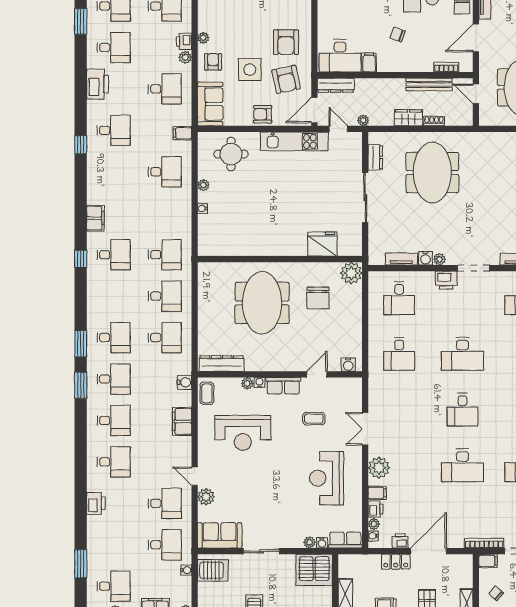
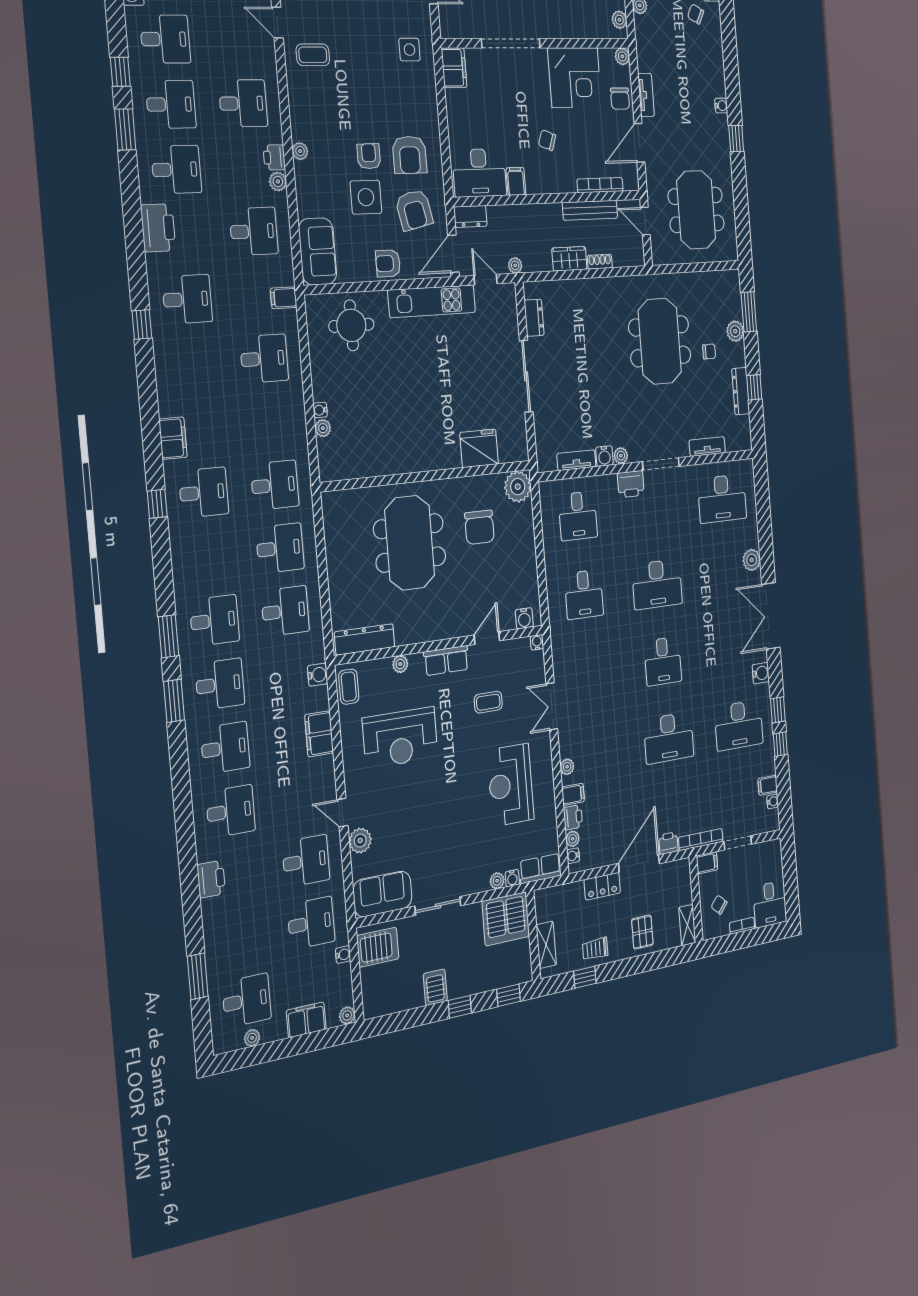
armchair: (213, 62) -> (369, 156), moved
bookcase: (446, 67) -> (600, 185), width x1.56
dresser: (336, 85) -> (470, 216), width x0.70
meeting table: (432, 173) -> (660, 341), moved
plant: (203, 185) -> (323, 428), moved
water cooler: (260, 383) -> (537, 642), moved
plant: (379, 468) -> (567, 767), width x0.53, depth x0.53
printer: (400, 541) -> (668, 843), moved

